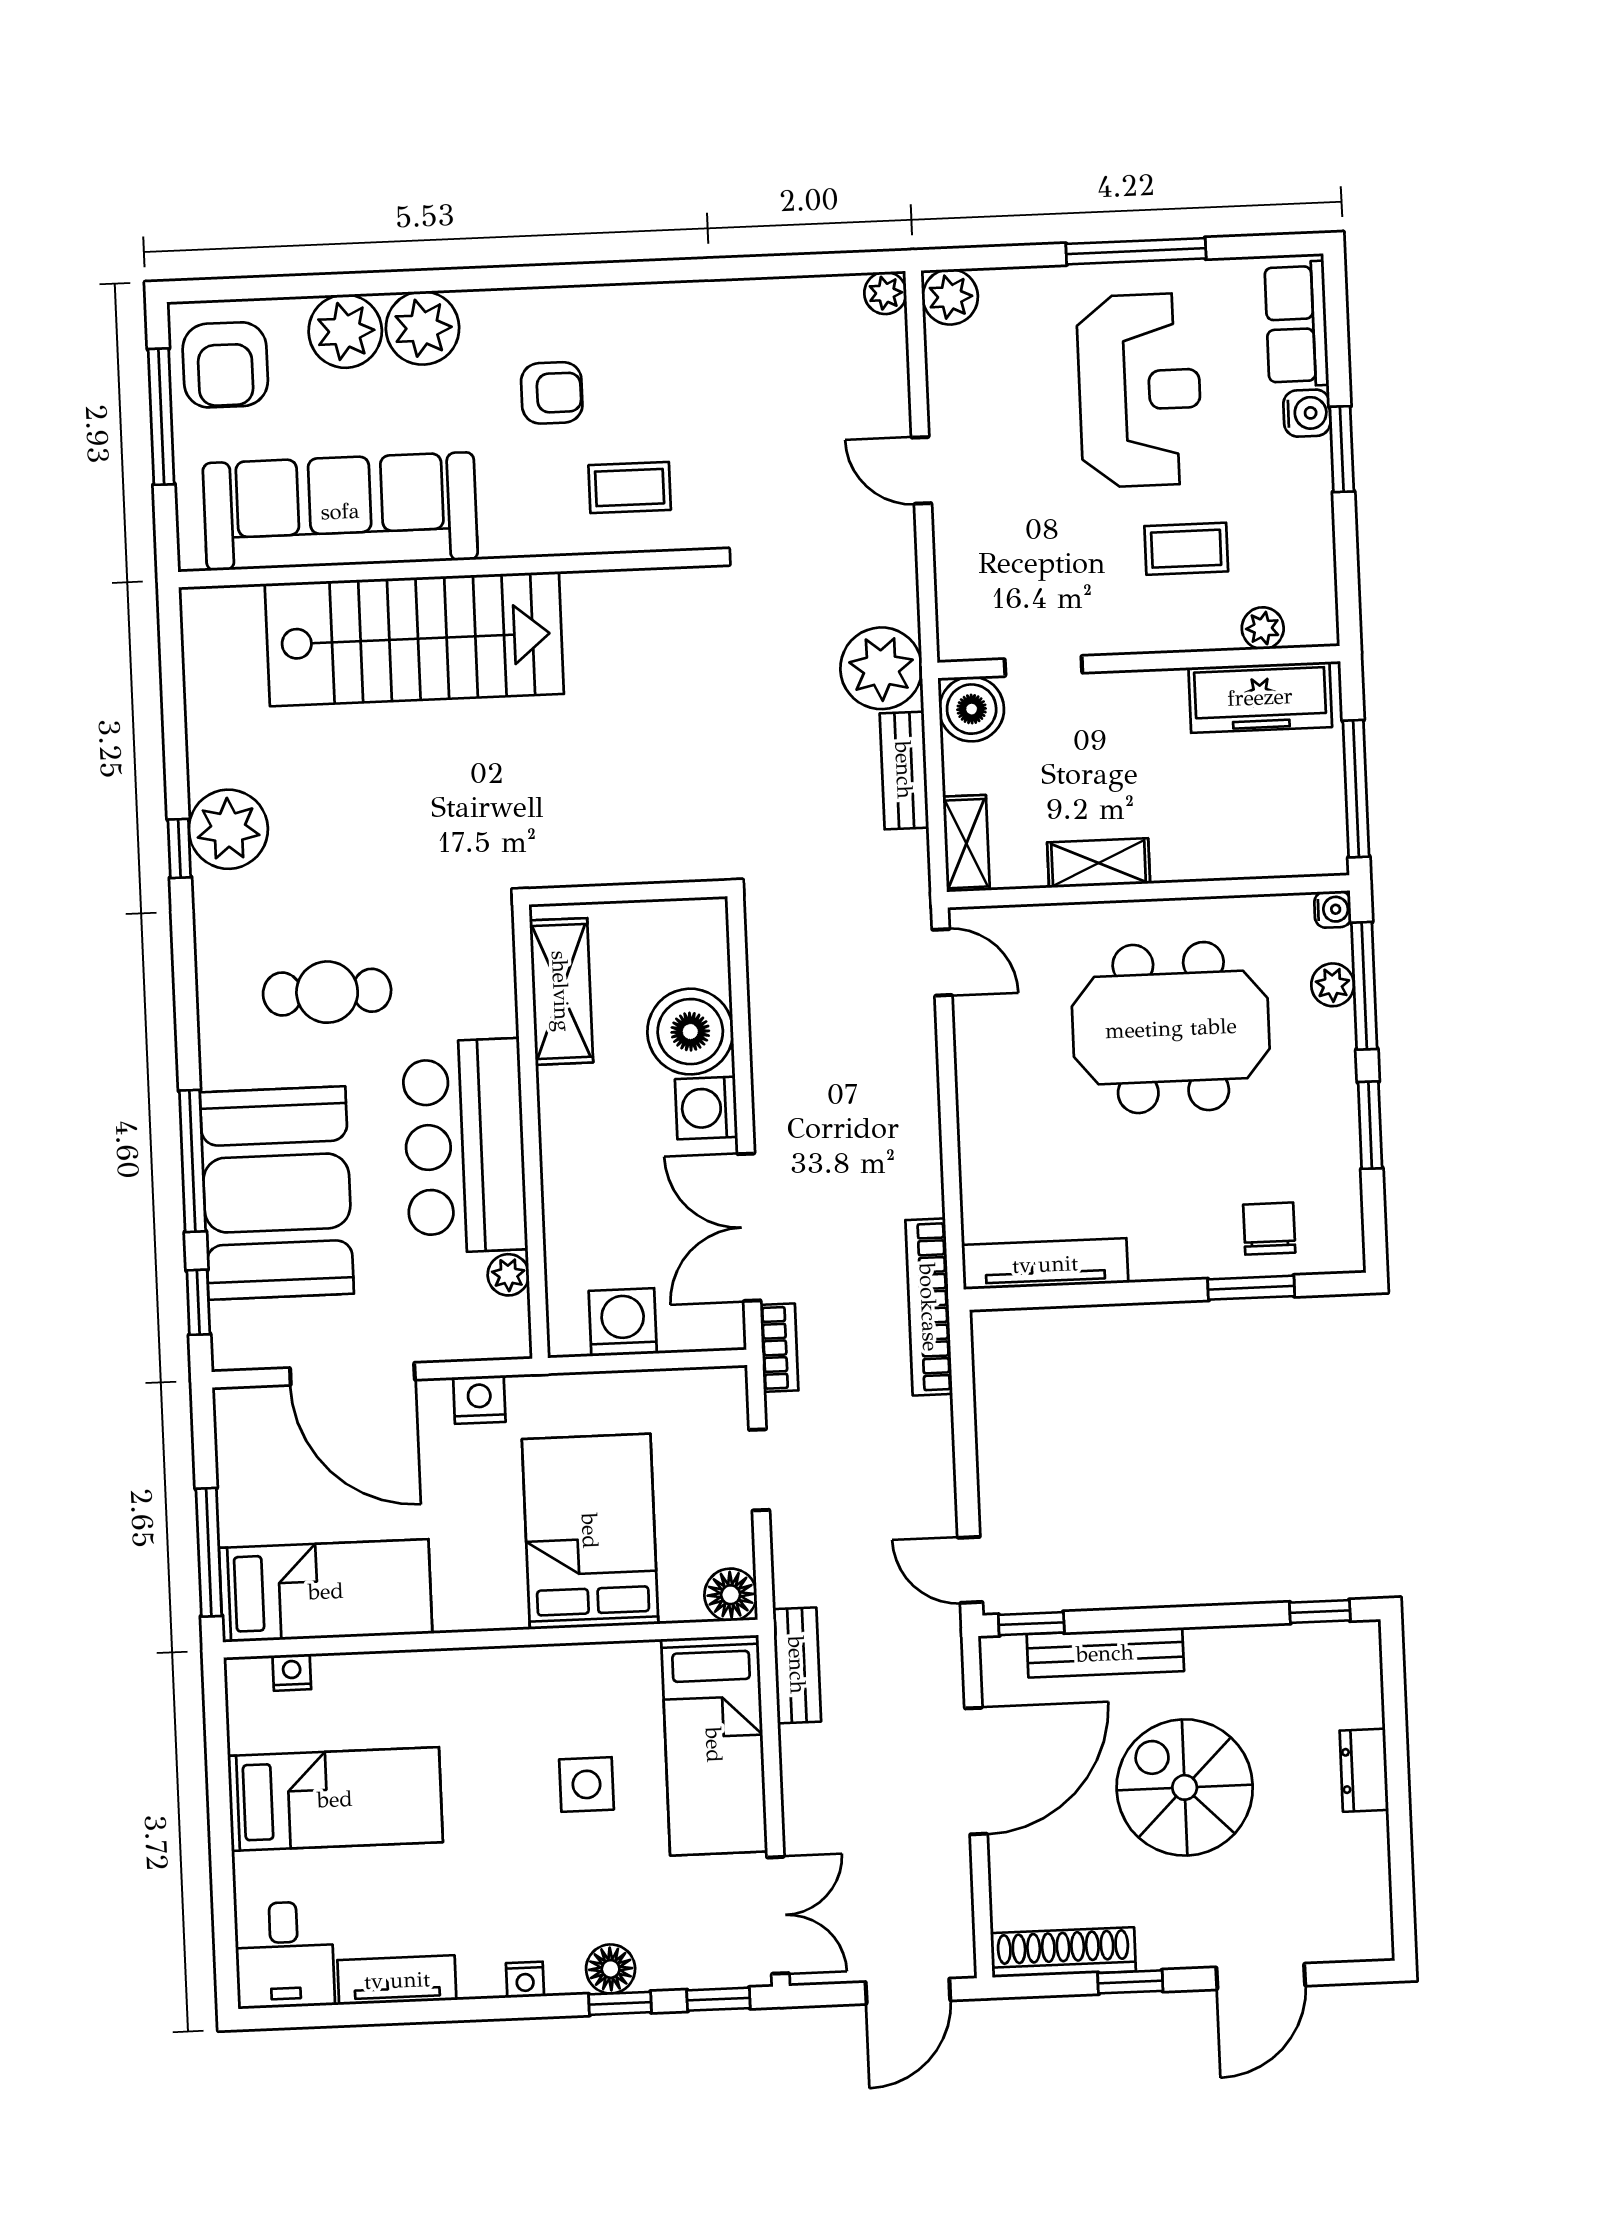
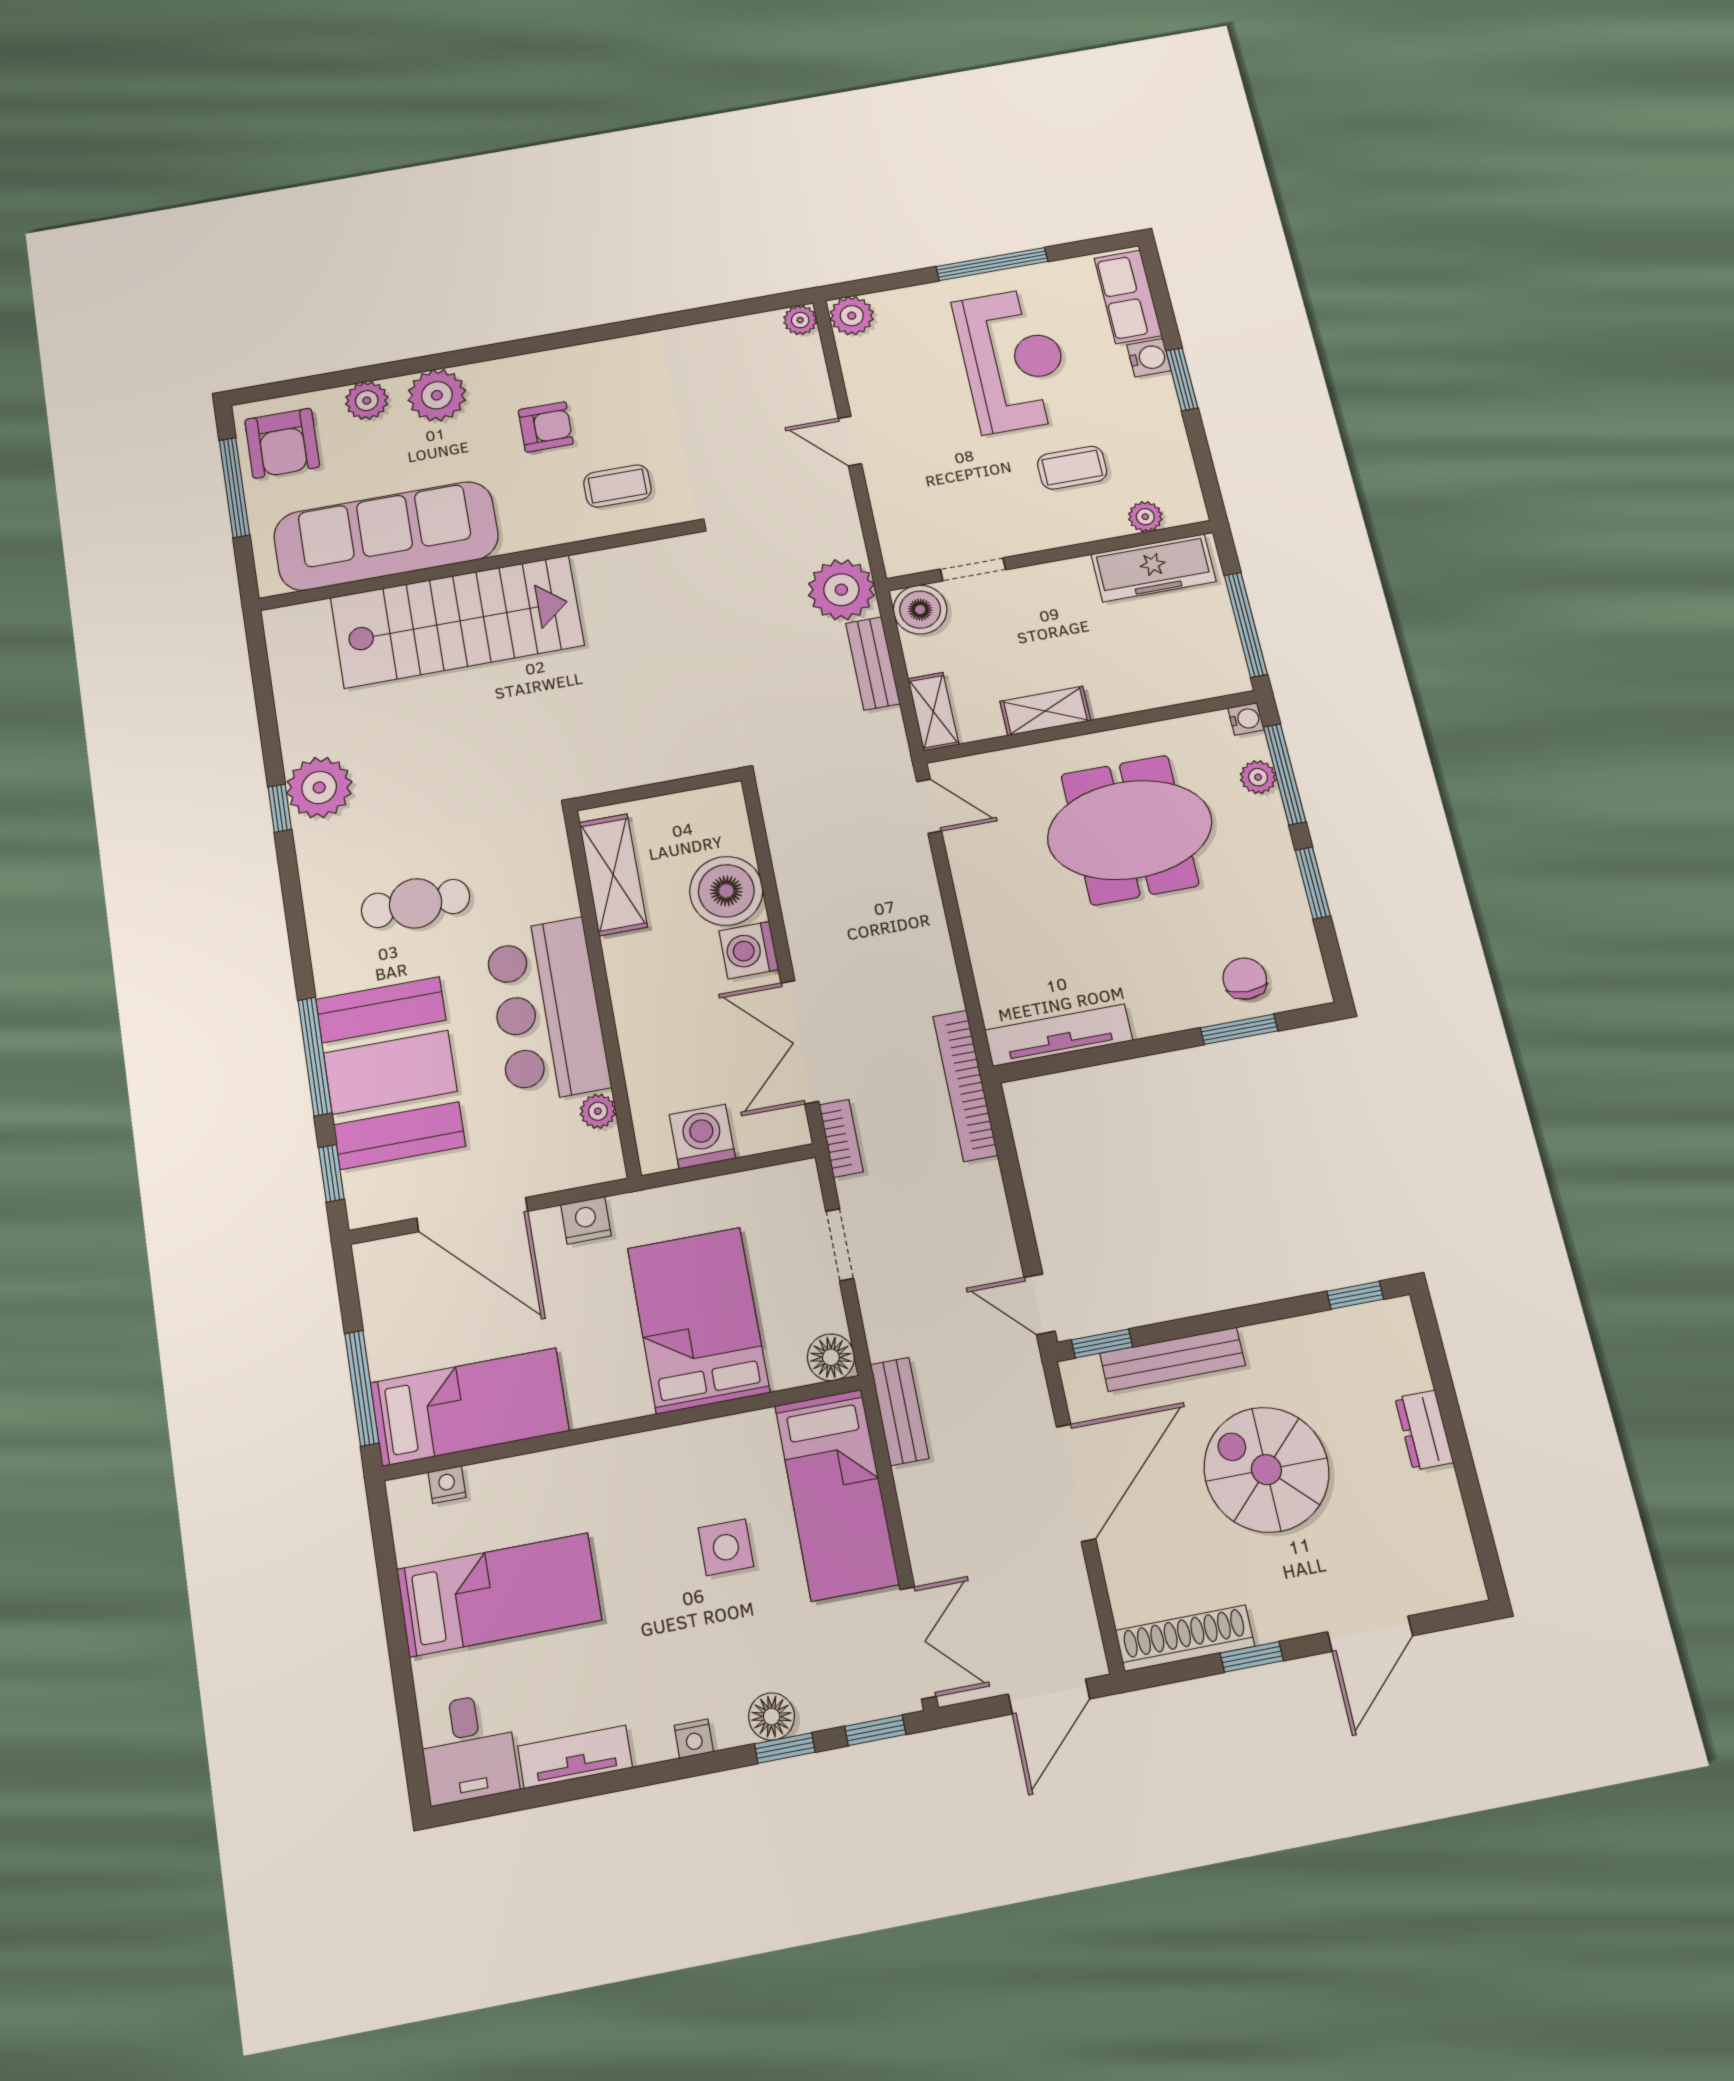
plant: (345, 331) -> (367, 401), width x0.73, depth x0.73

